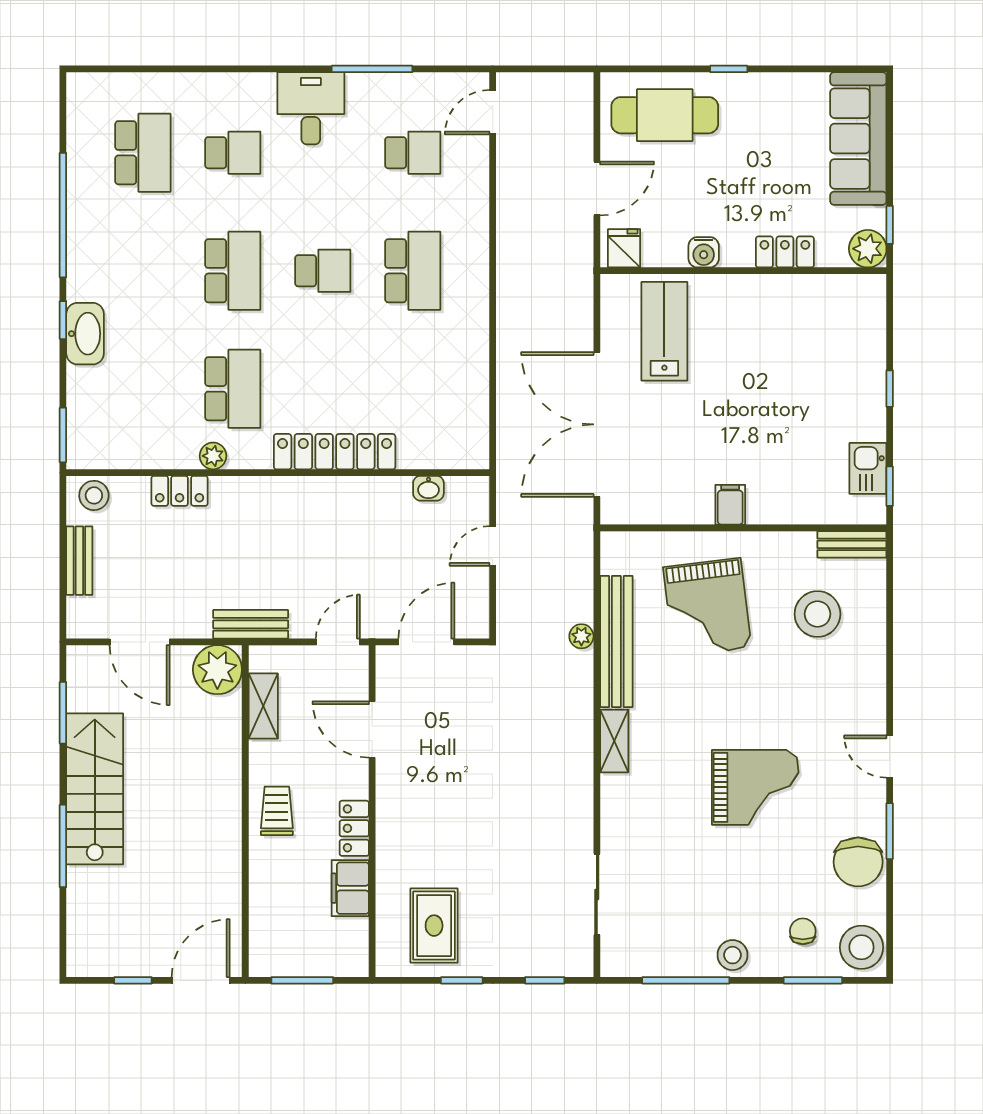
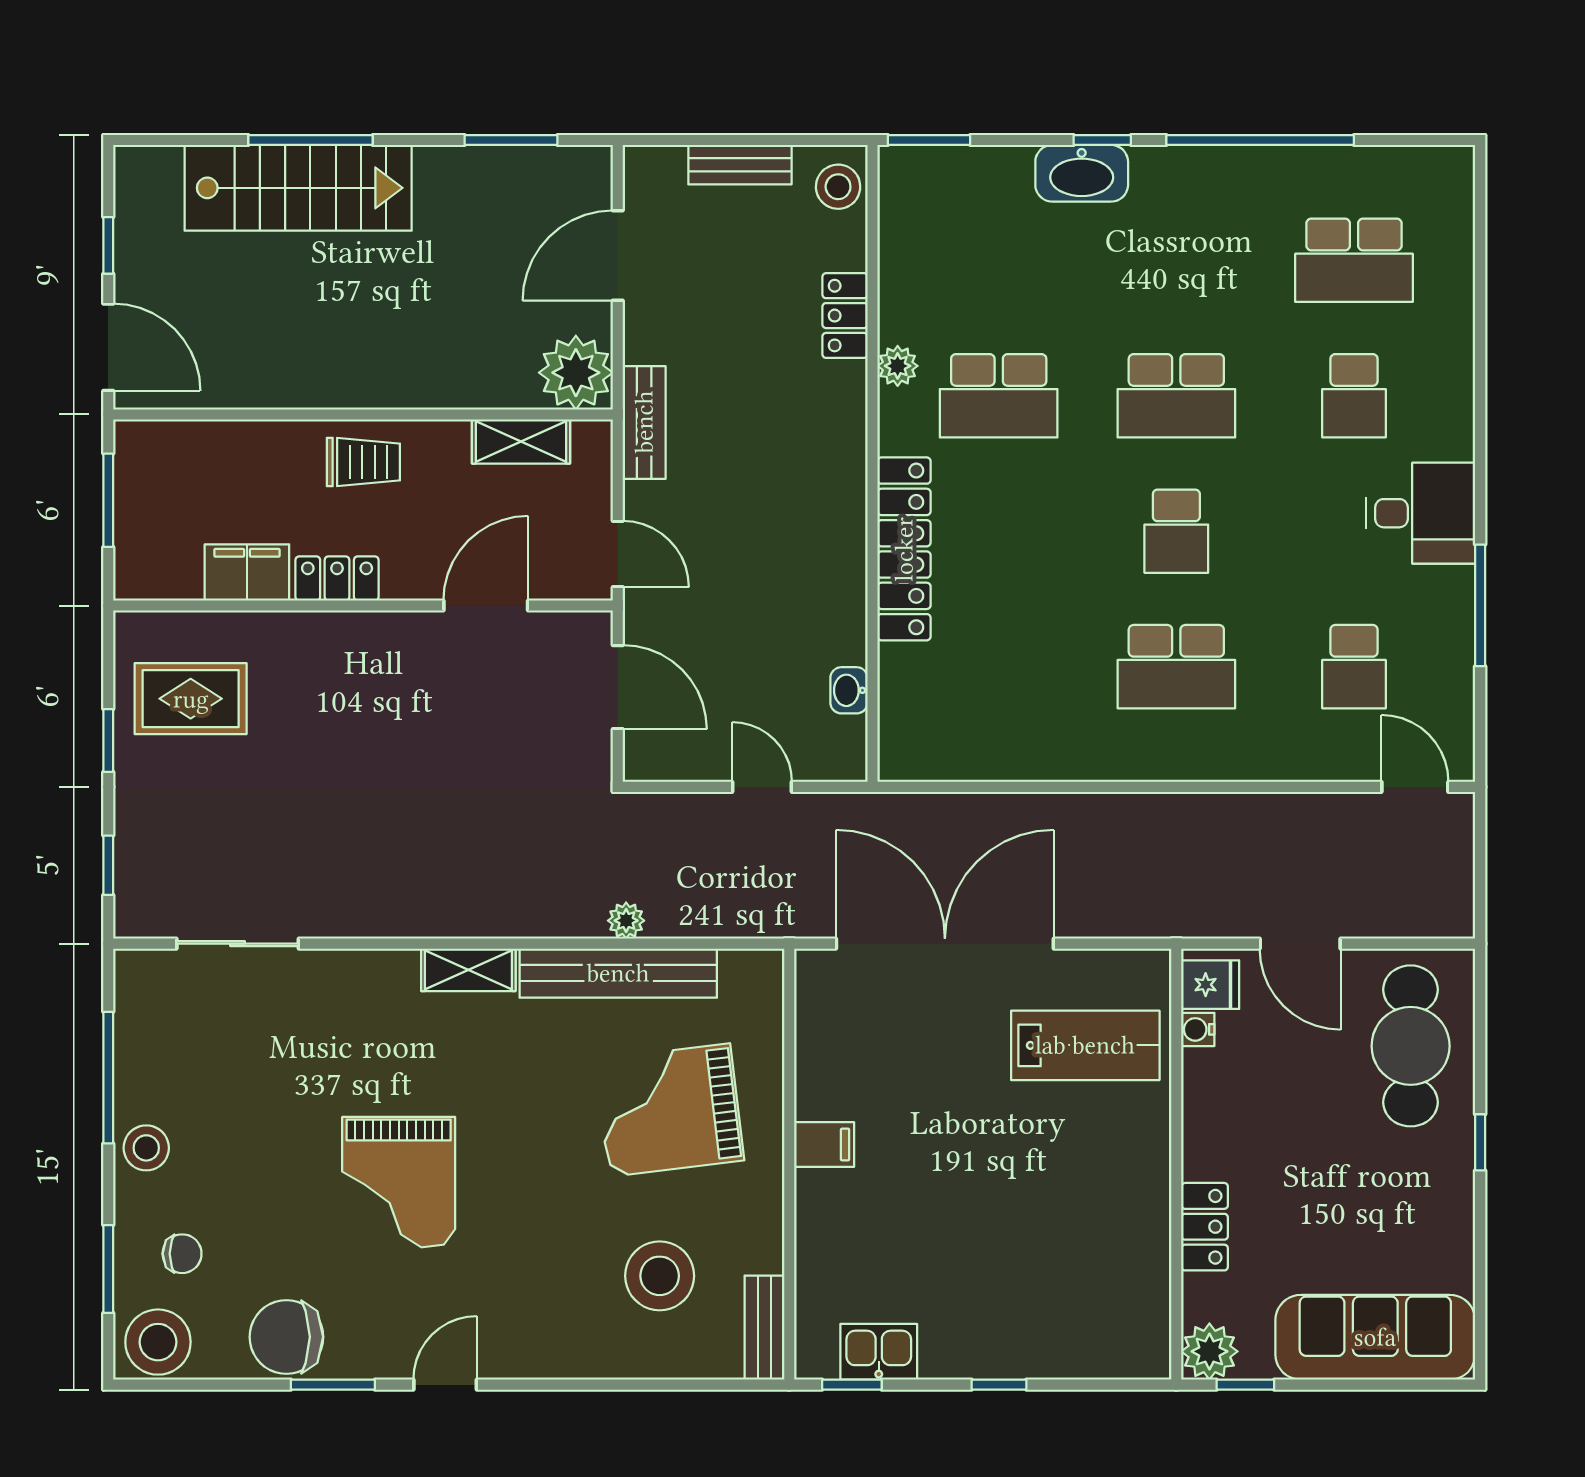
water cooler: (704, 252) -> (1198, 1029), moved, width x0.72, depth x0.72
stairs: (95, 789) -> (298, 188), moved

